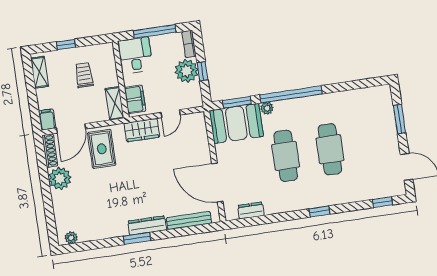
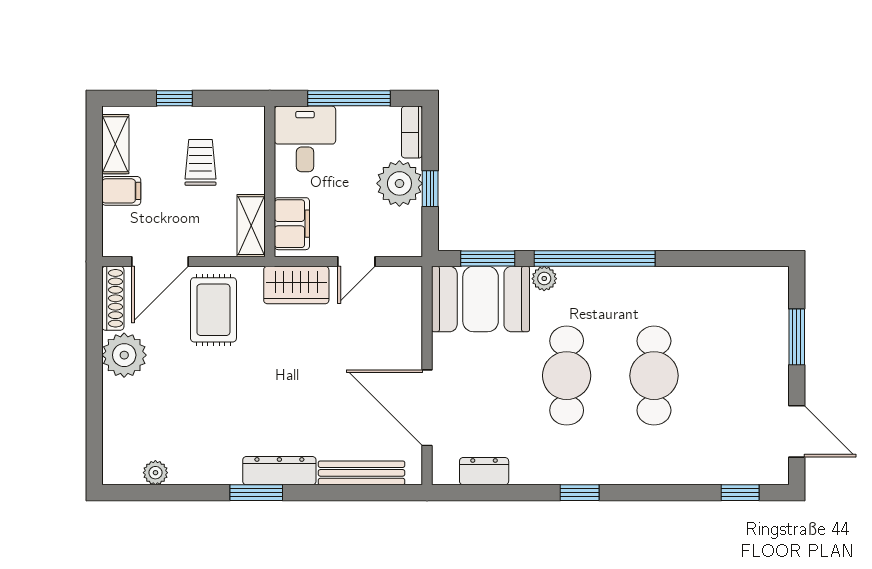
filing cabinet: (47, 120) -> (121, 191), moved, turned 90
window: (319, 211) -> (580, 493), moved
plant: (71, 238) -> (155, 473), moved

